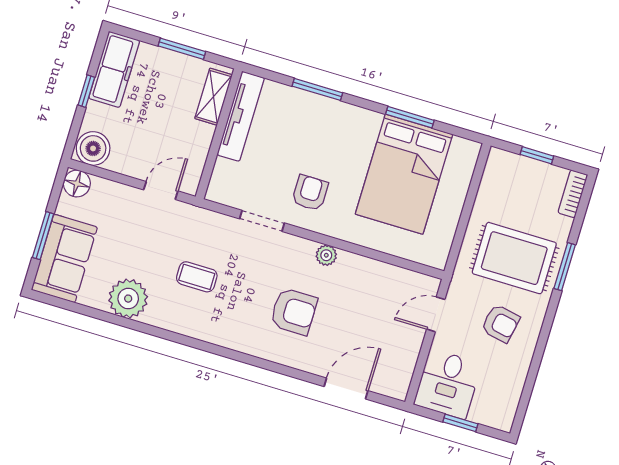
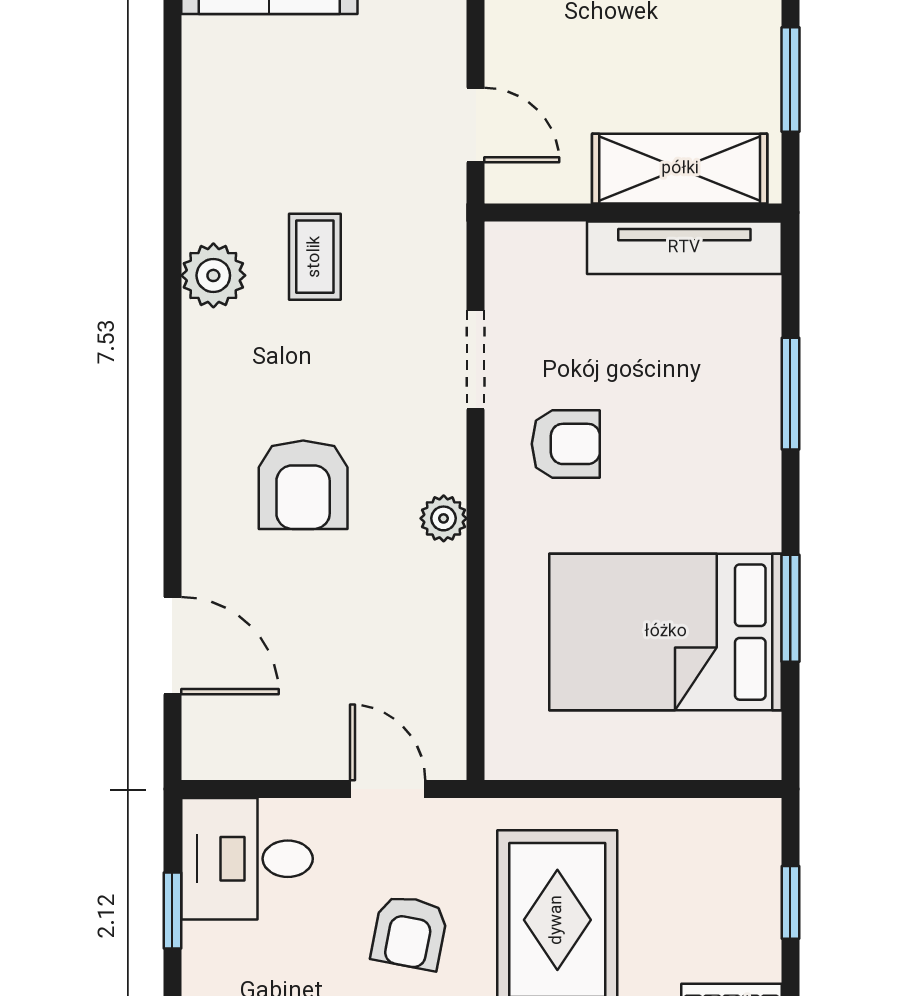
shelving: (213, 97) -> (680, 169), width x1.50, depth x1.33
plant: (128, 299) -> (213, 275), moved, width x0.73, depth x0.73

